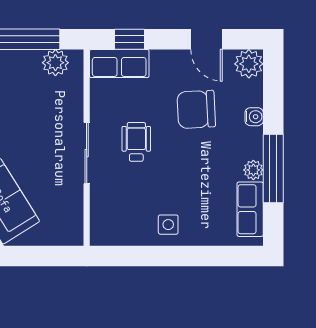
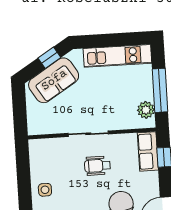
wheelchair: (136, 142) -> (97, 166), turned 180

